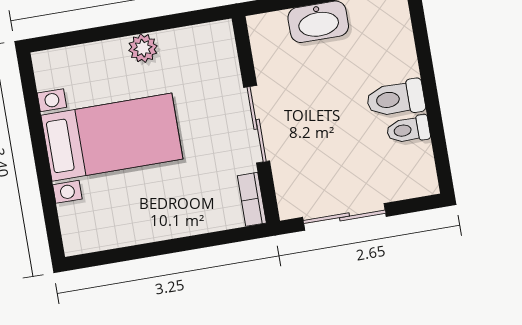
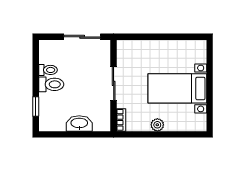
window: (422, 43) -> (36, 106), added
bookcase: (252, 199) -> (121, 120), moved

